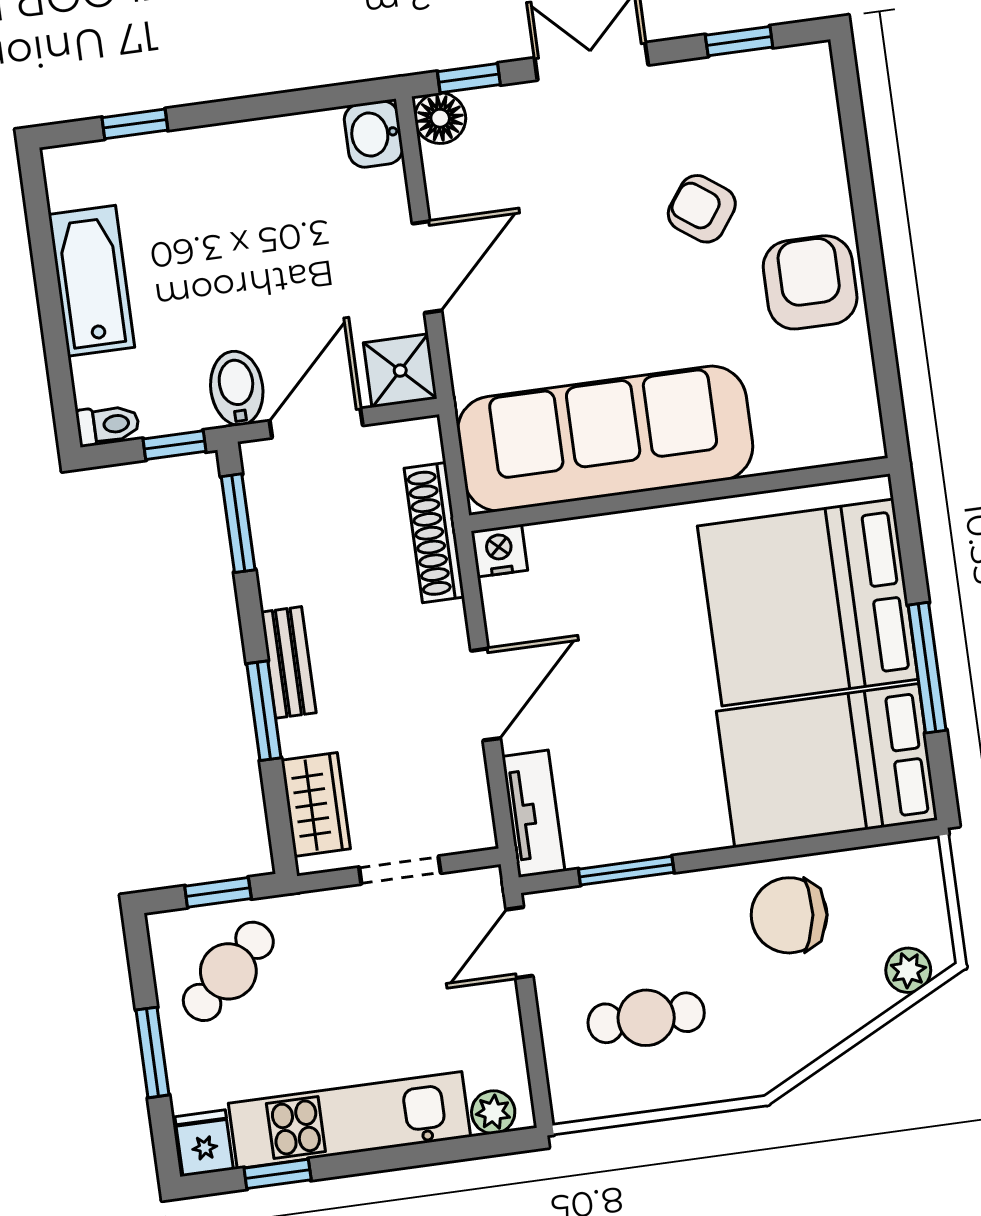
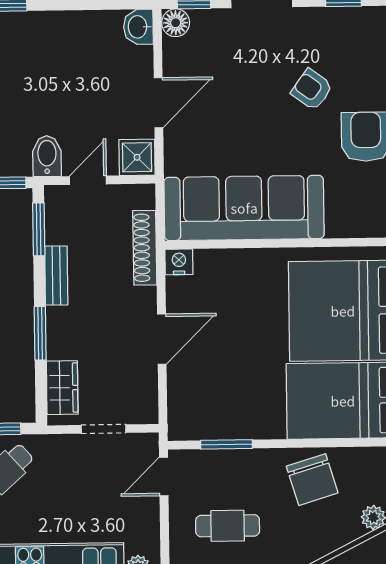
door: (316, 423) -> (88, 180), width x0.73
bench: (288, 662) -> (56, 276), moved
tv unit: (533, 814) -> (180, 407), removed
chair: (789, 915) -> (312, 480), turned -114

